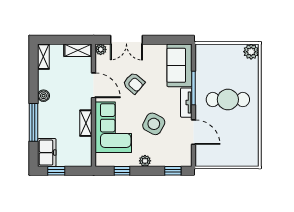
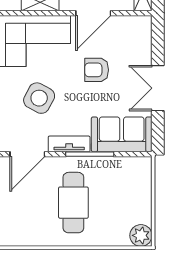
double door: (126, 40) -> (158, 88), moved
plant: (101, 49) -> (144, 23), removed
armchair: (134, 83) -> (97, 70), turned 49

